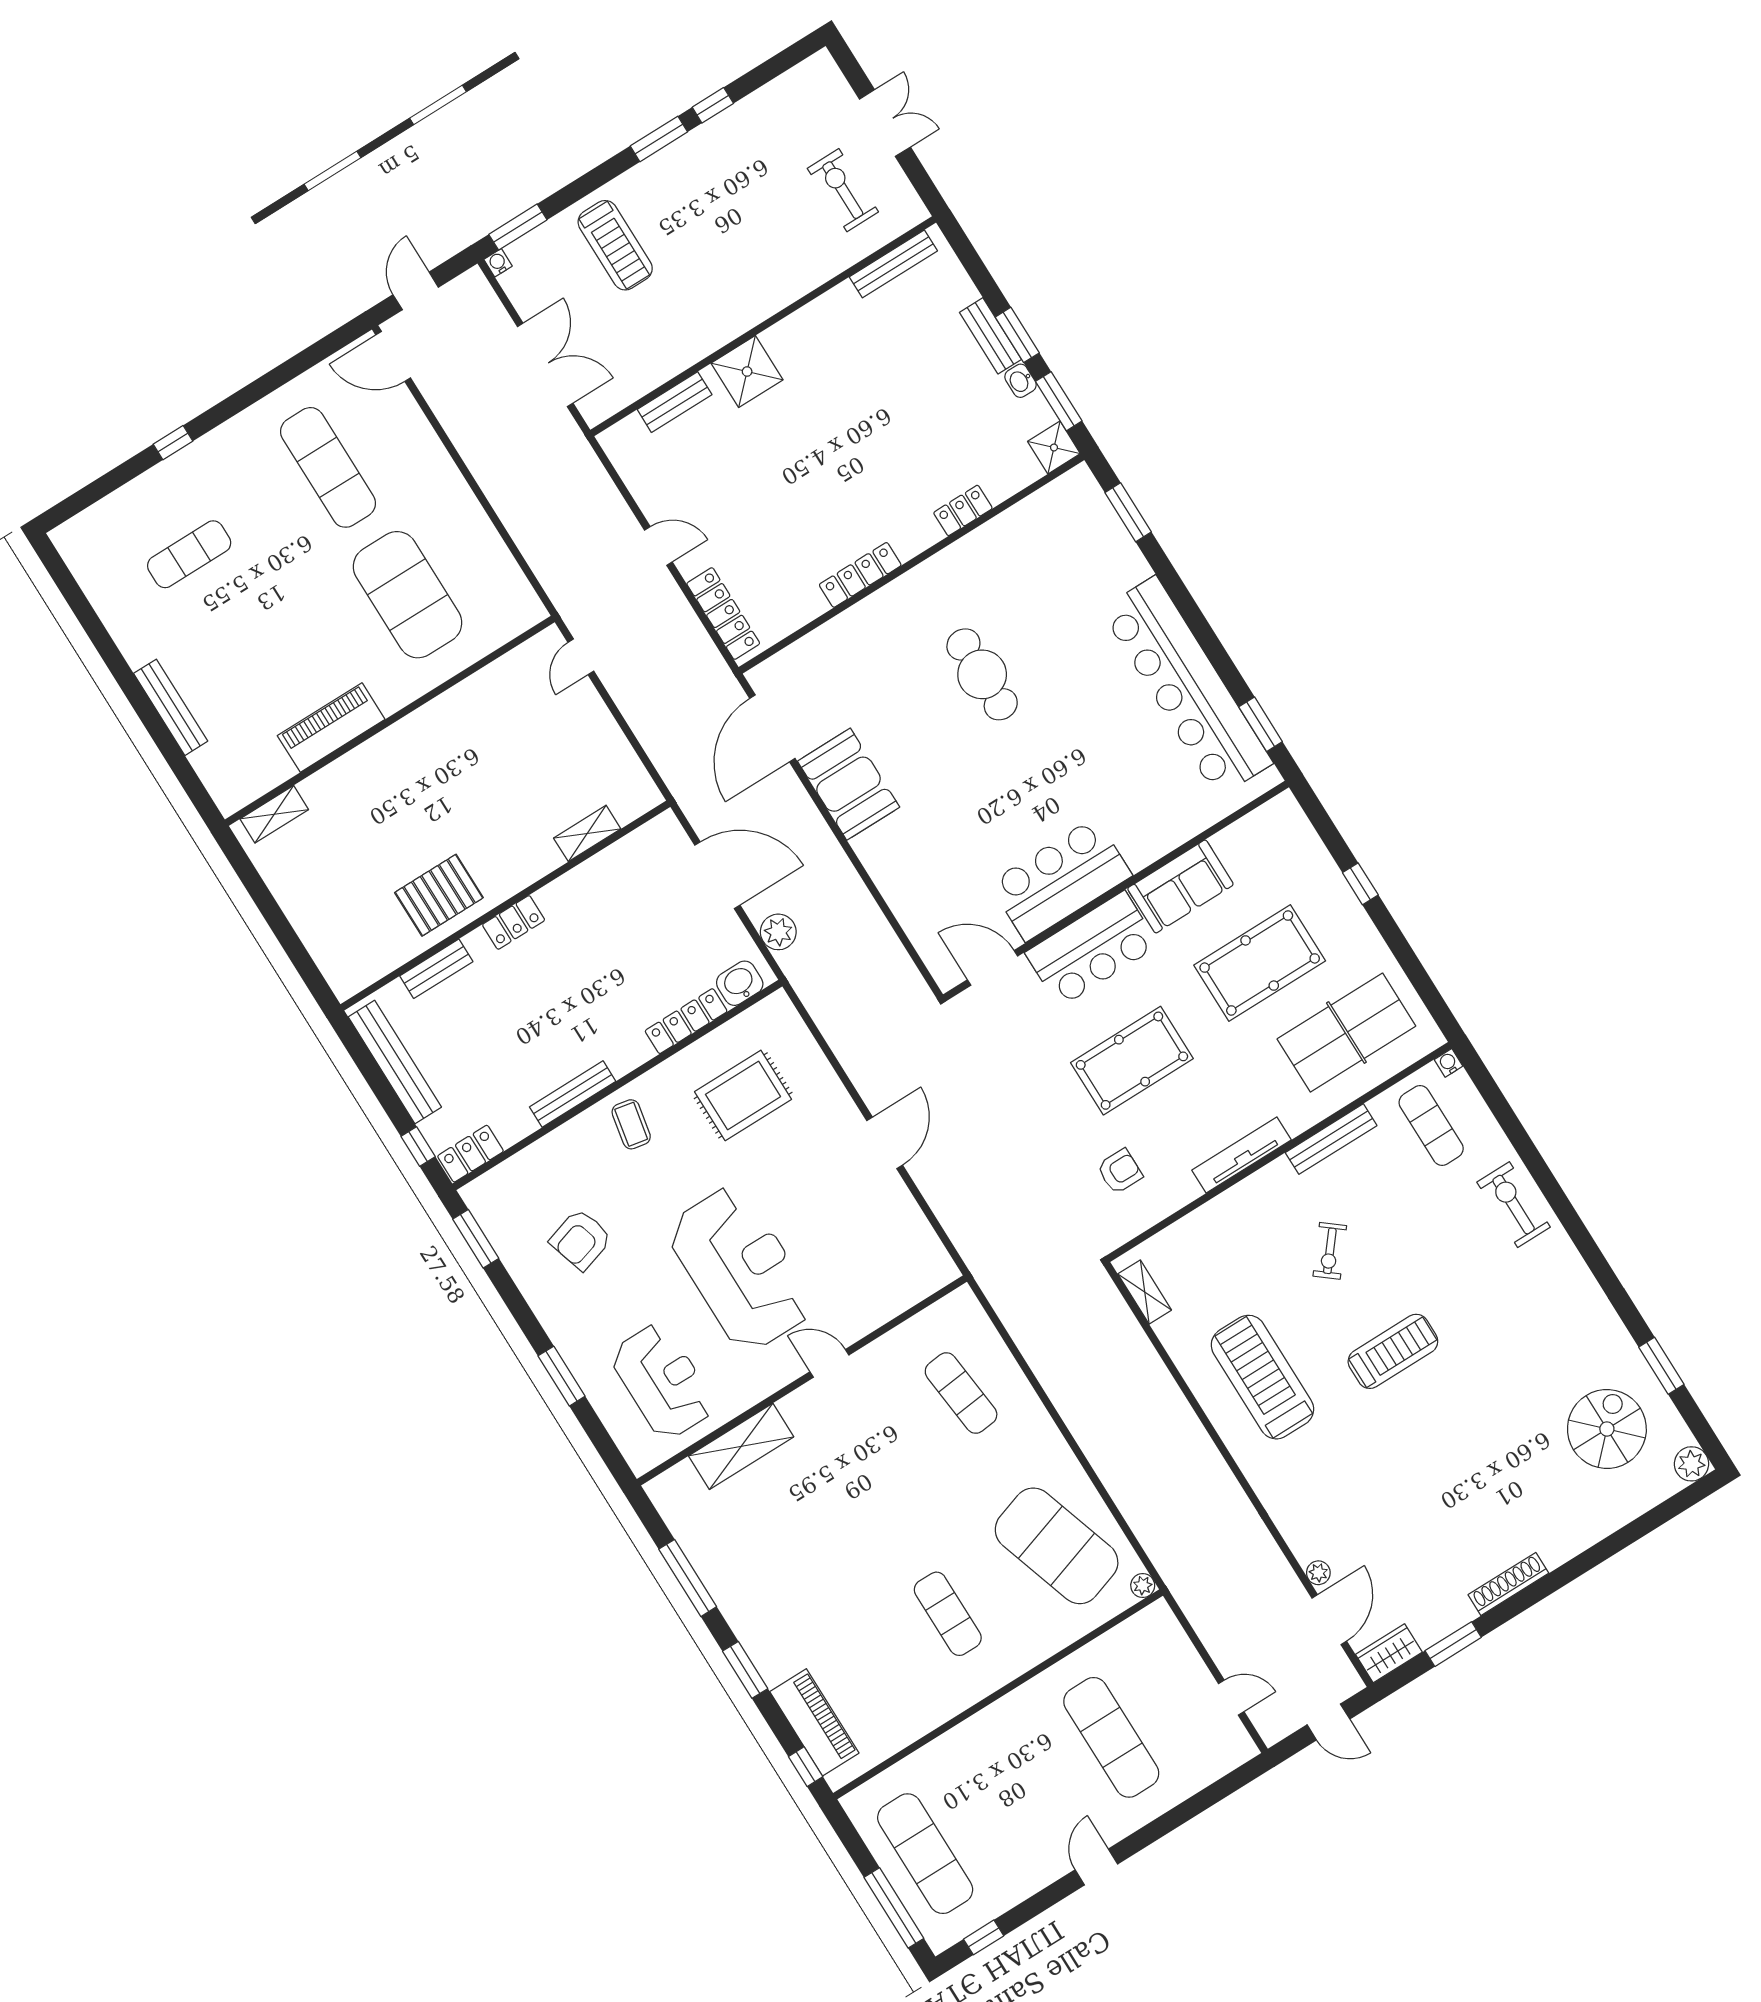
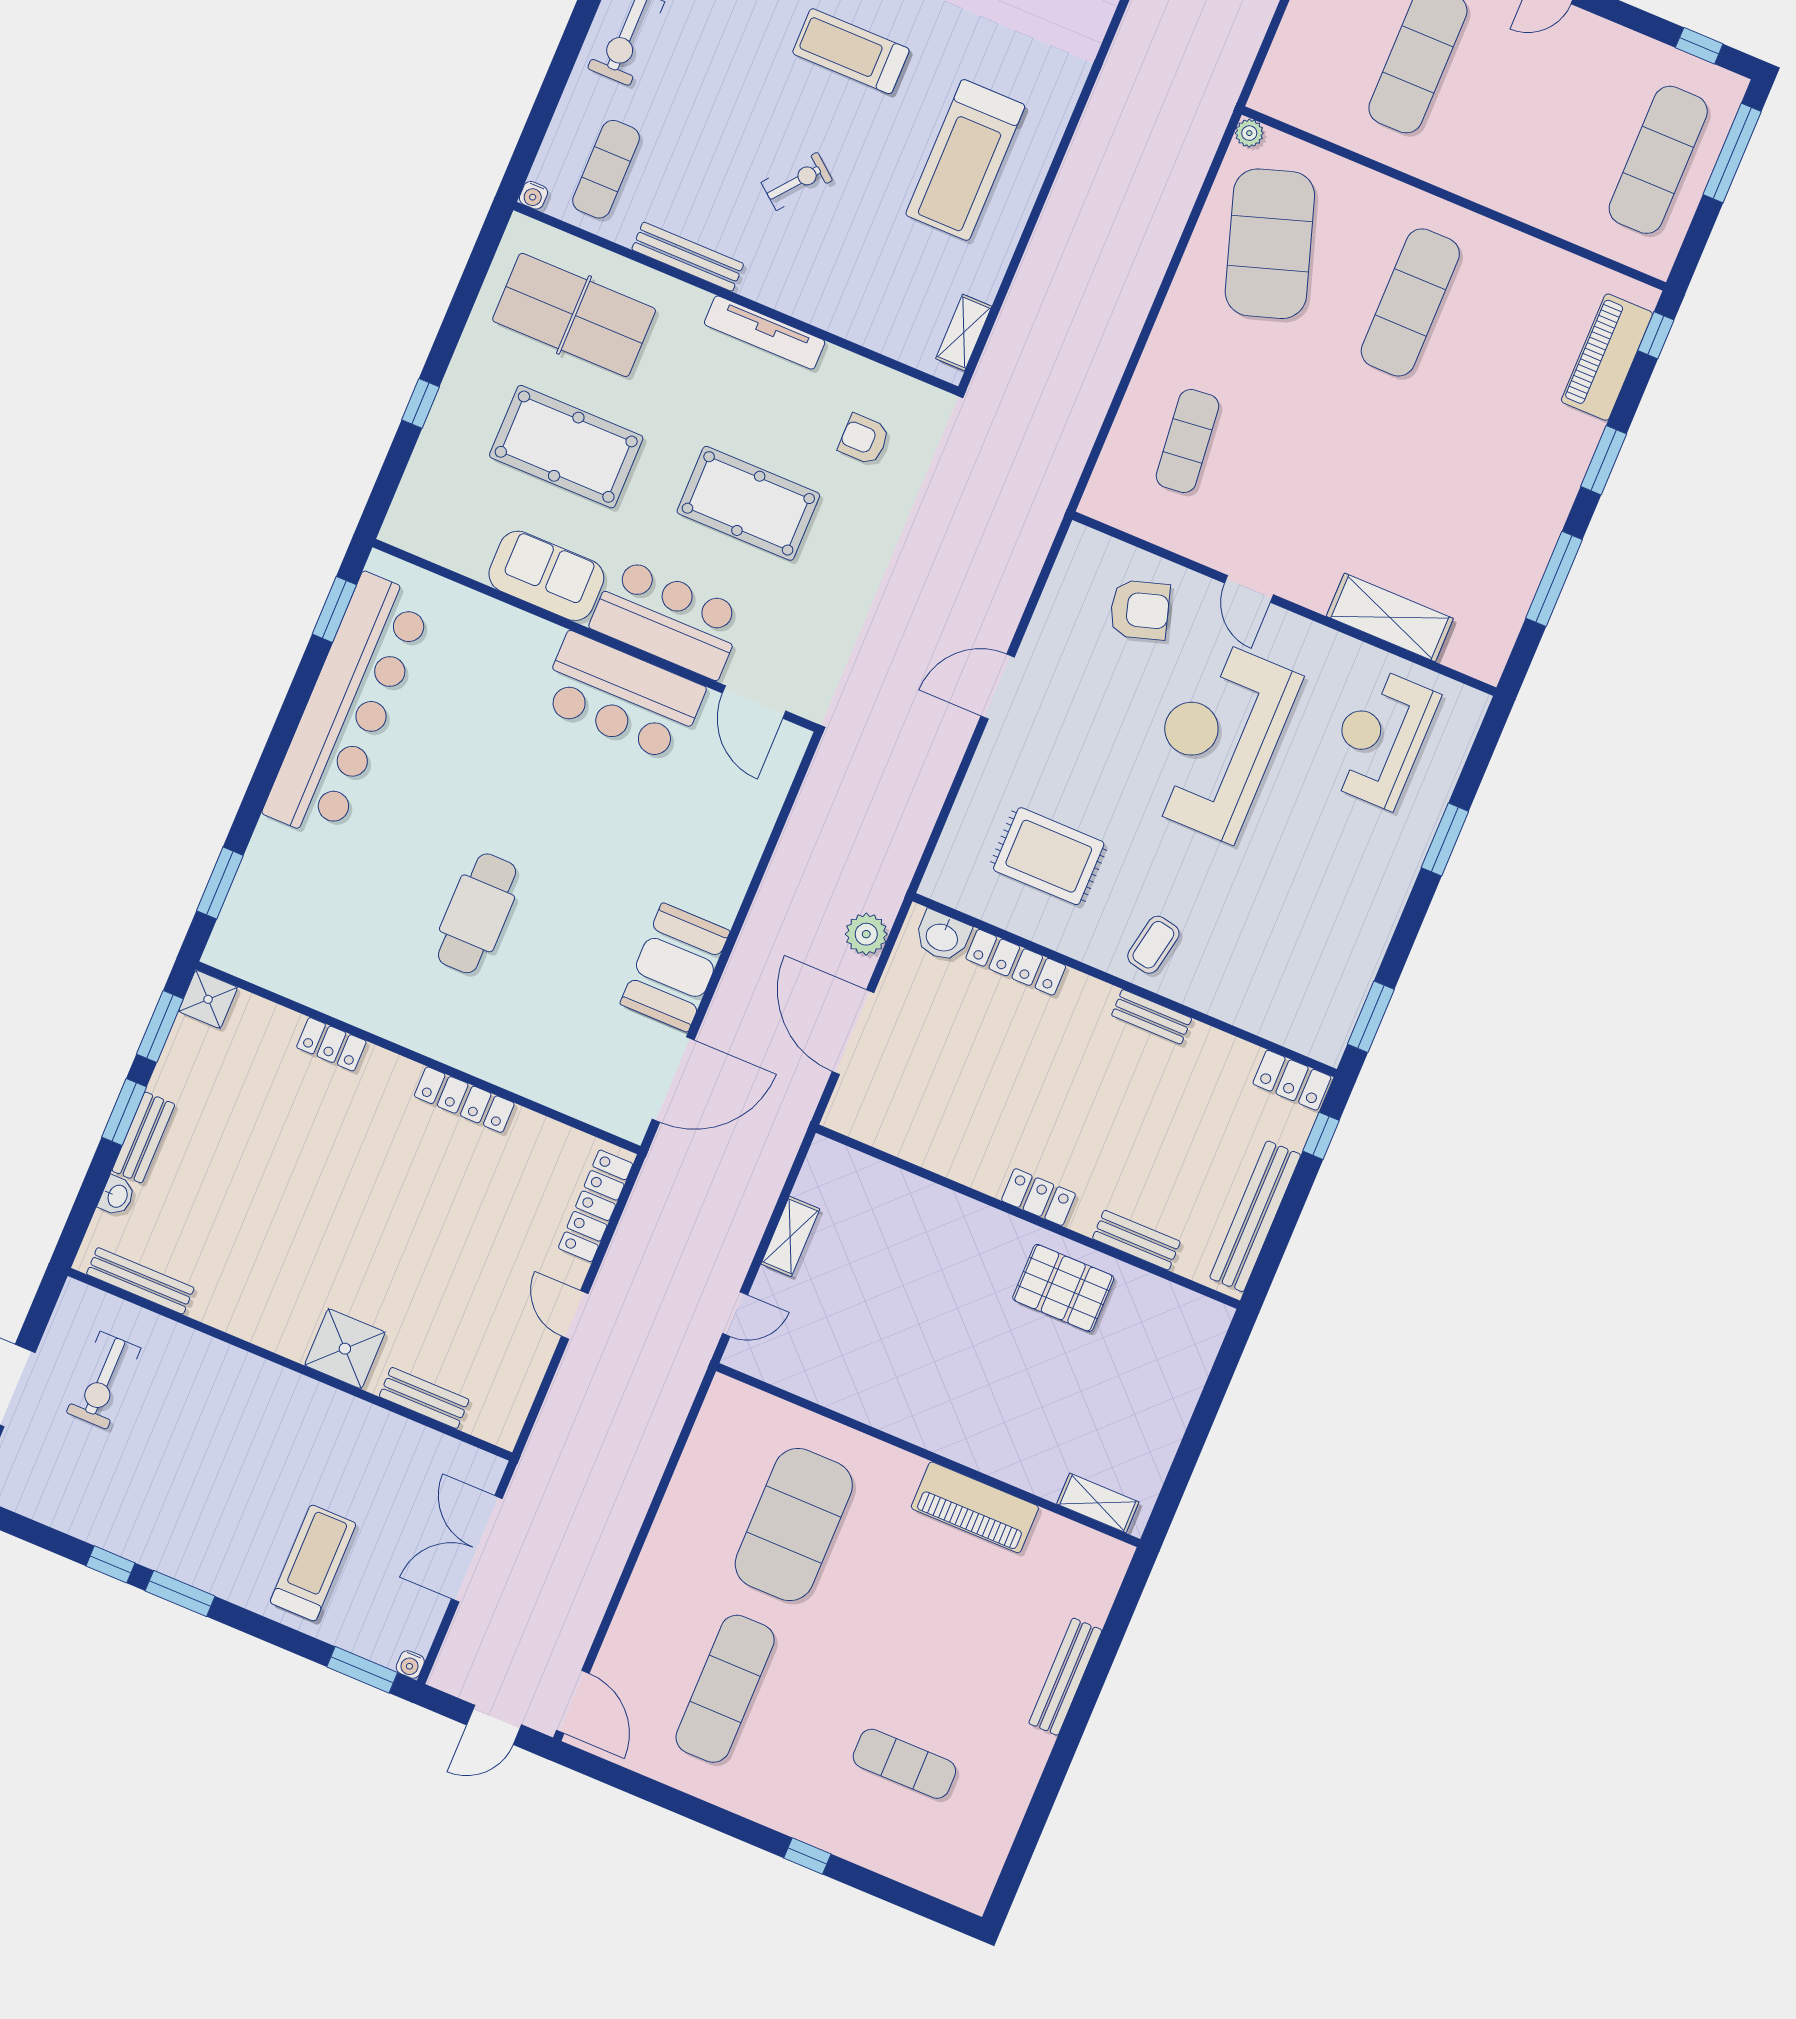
washbasin: (1020, 381) -> (117, 1196), moved
shelving: (587, 833) -> (790, 1236), moved, turned 90
bench: (573, 1094) -> (1152, 1017), width x0.73
armchair: (581, 1239) -> (1140, 610), moved
exercise mat: (948, 1614) -> (1410, 302), width x1.36, depth x1.45

